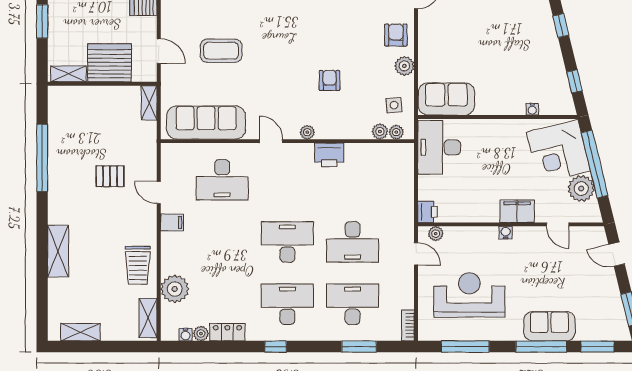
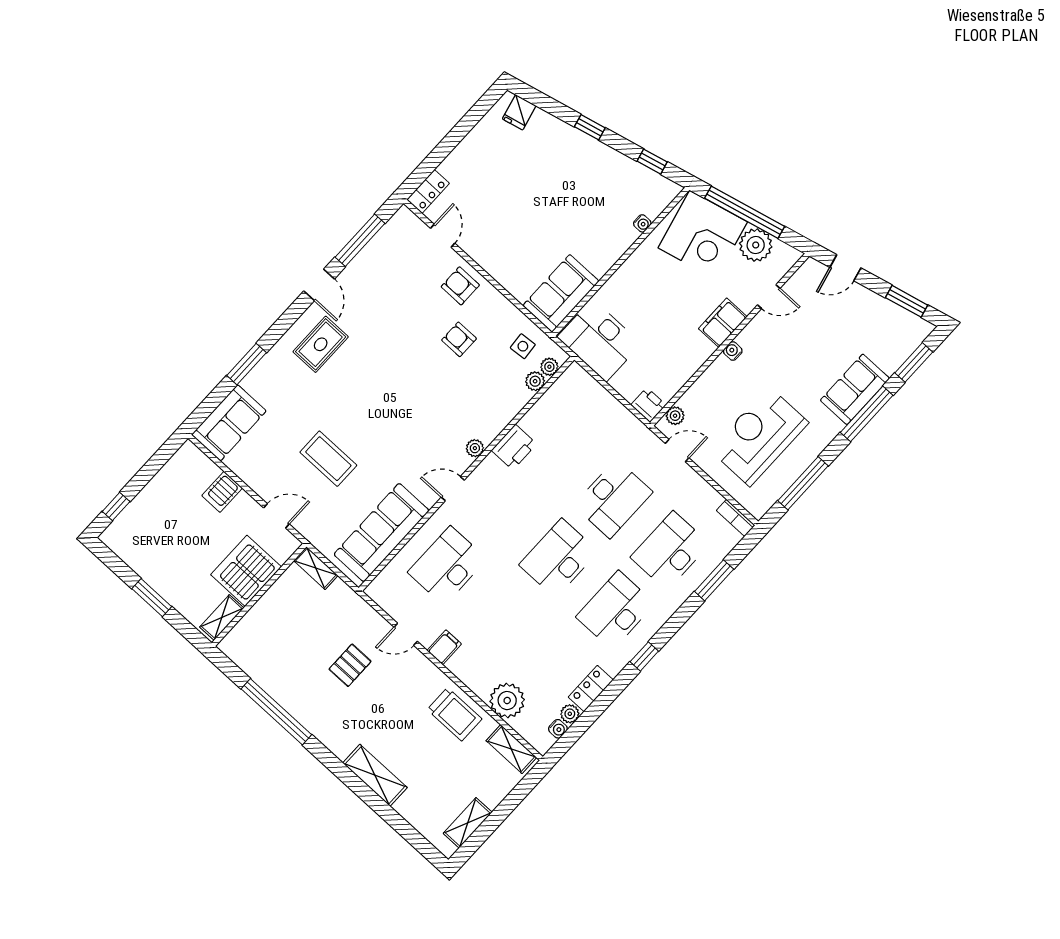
coffee table: (221, 51) -> (328, 459), turned 90
plant: (404, 66) -> (496, 304), removed
armchair: (329, 80) -> (459, 339), moved
desk: (222, 180) -> (447, 566), turned 180

